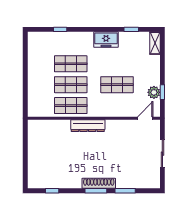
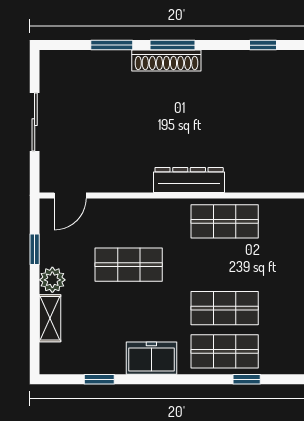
shelving: (155, 43) -> (50, 318), moved
shop shelf: (71, 85) -> (225, 351), moved
plant: (154, 92) -> (52, 280), moved

